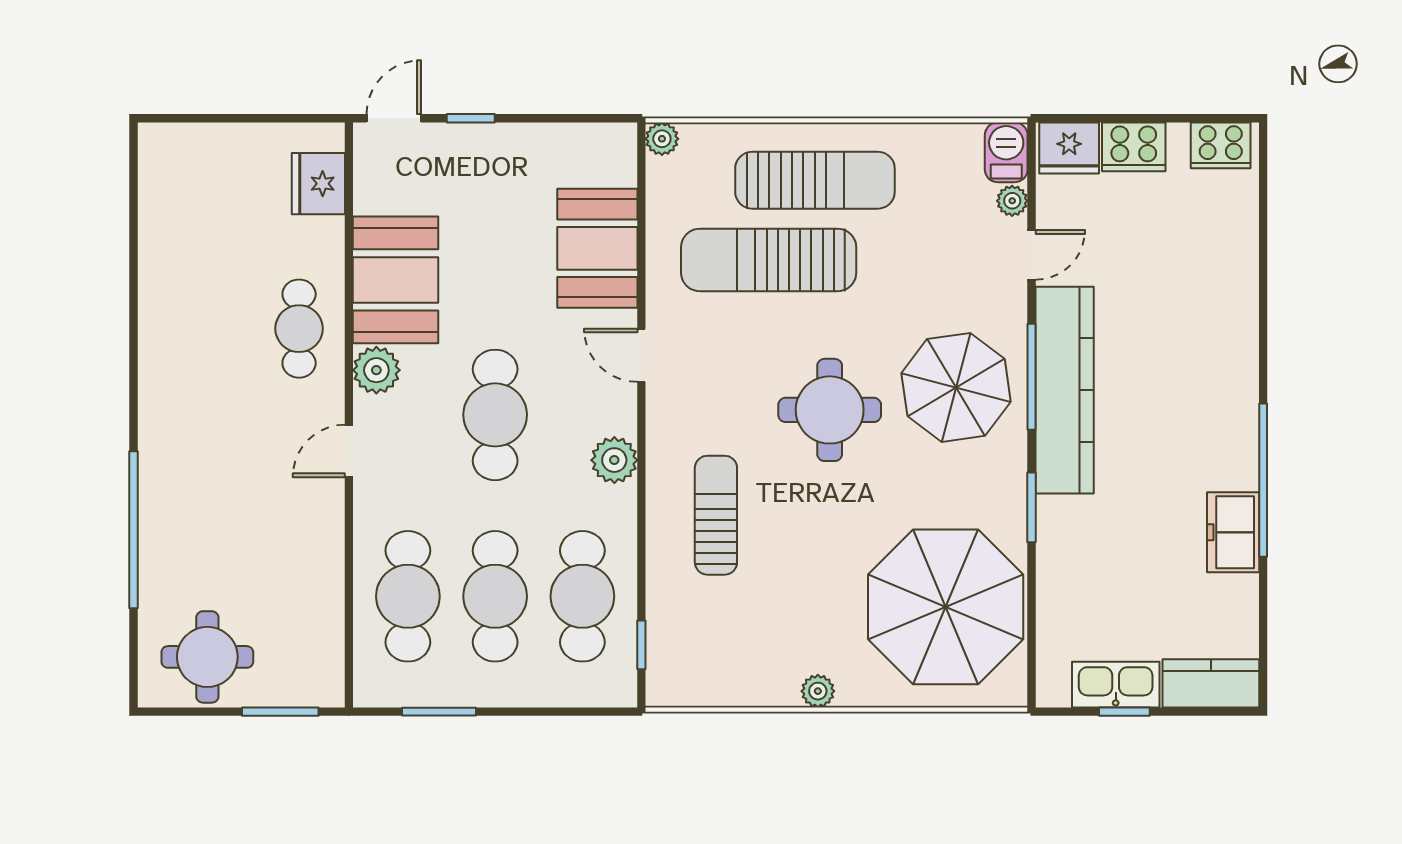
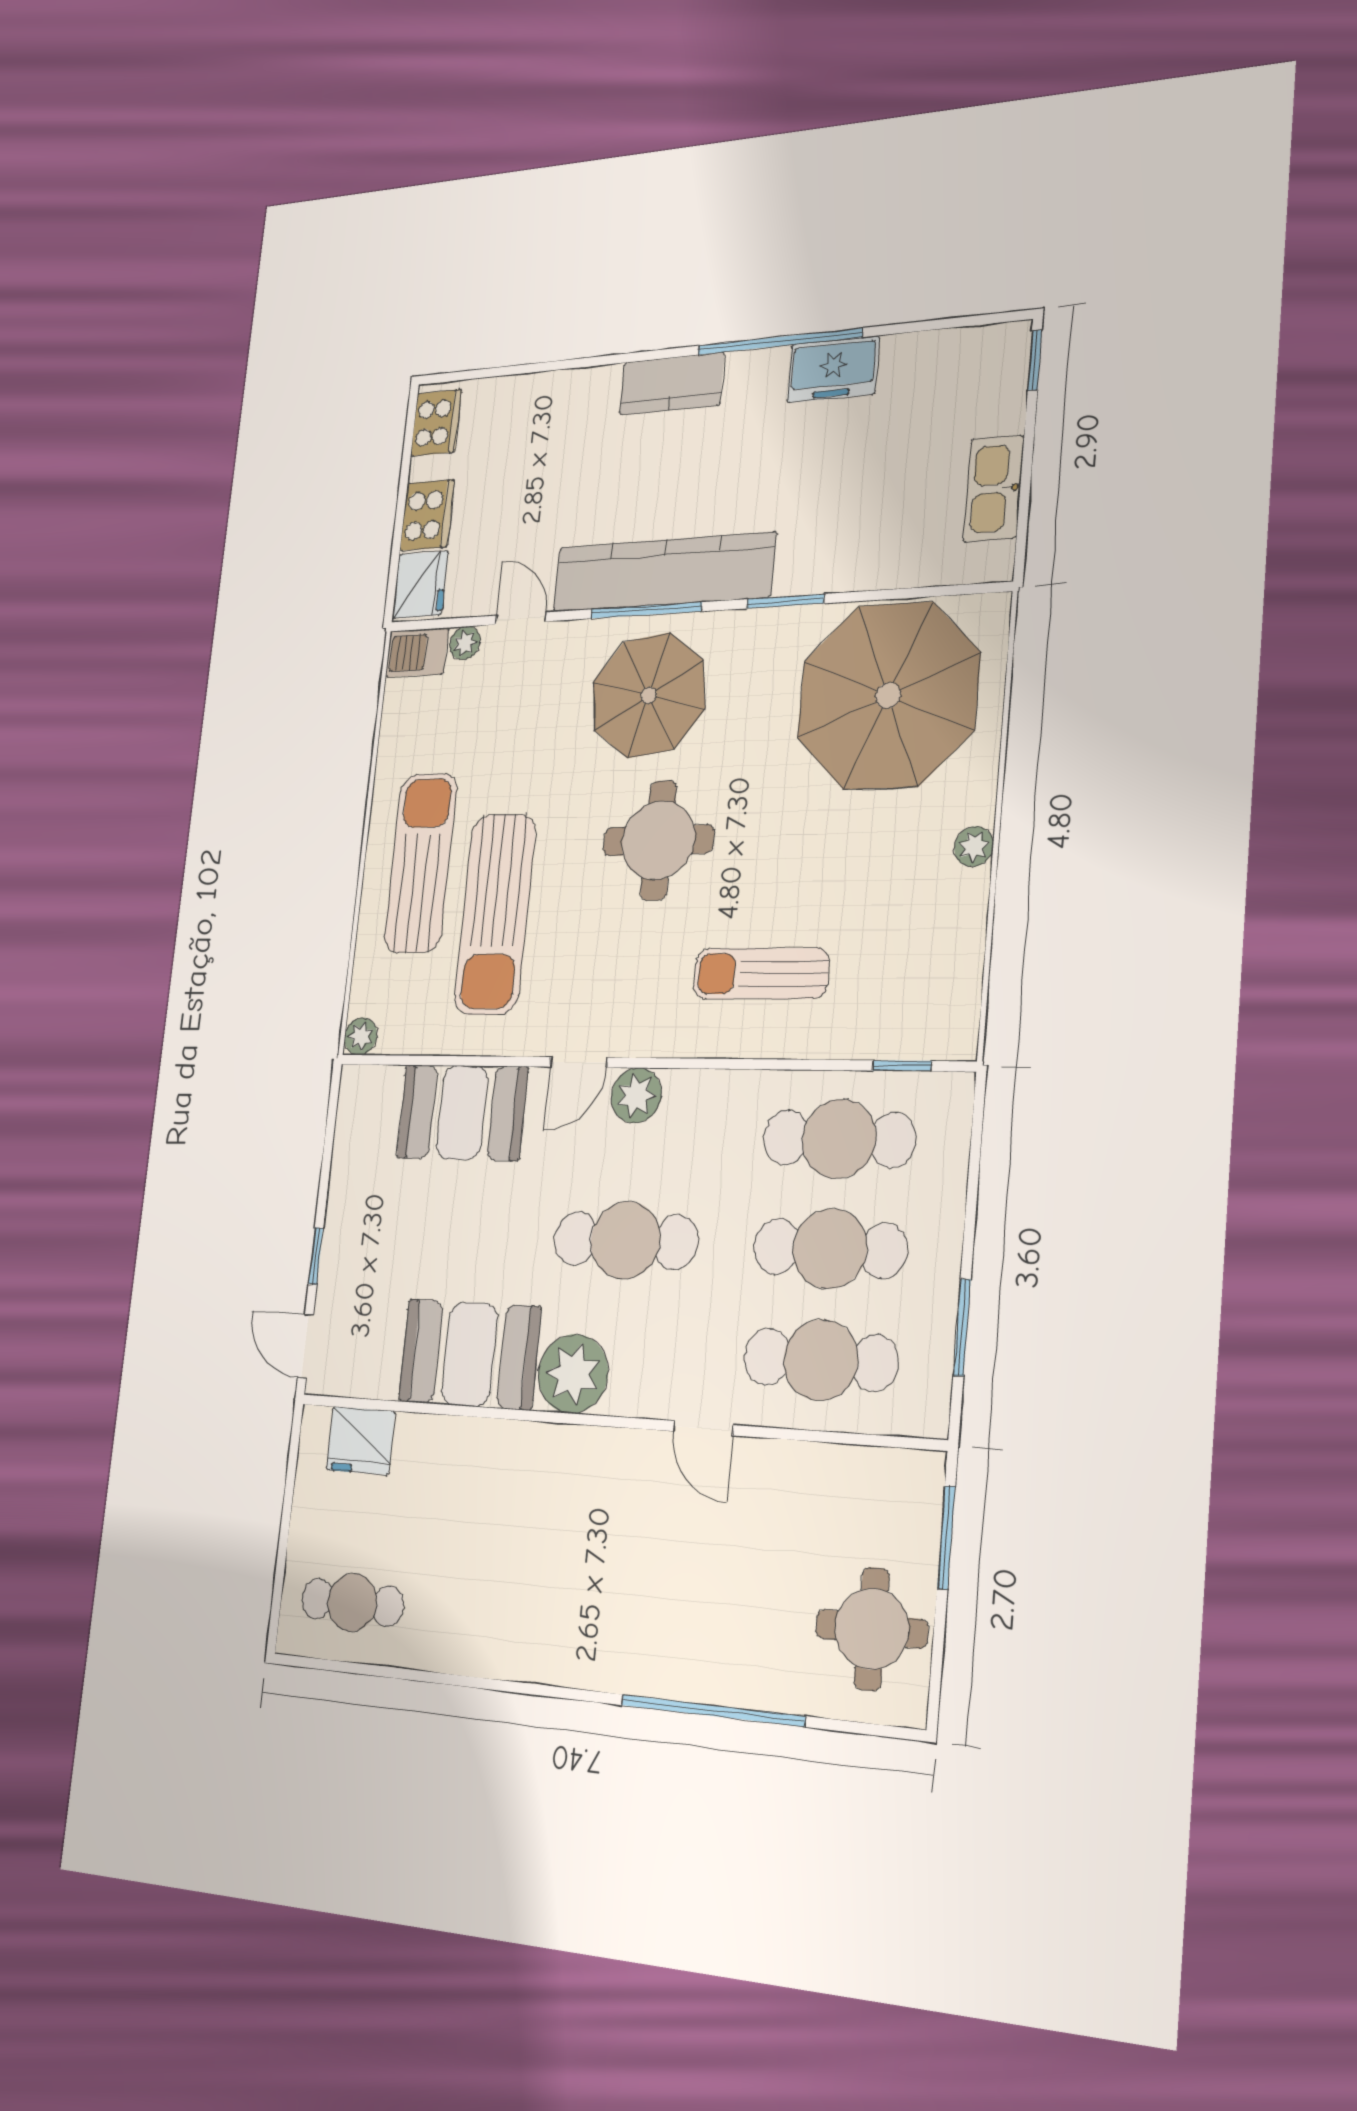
cafe table: (299, 329) -> (352, 1602), moved
plant: (376, 370) -> (573, 1374), width x1.36, depth x1.36
door: (349, 451) -> (703, 1428), moved
plant: (614, 460) -> (636, 1095), moved
kitchen counter: (1211, 683) -> (672, 384), moved, turned -90
window: (1124, 712) -> (1035, 360), moved

